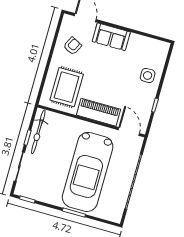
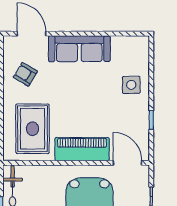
sofa: (111, 37) -> (79, 49), width x1.36
armchair: (72, 46) -> (25, 74), turned -86

